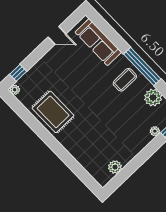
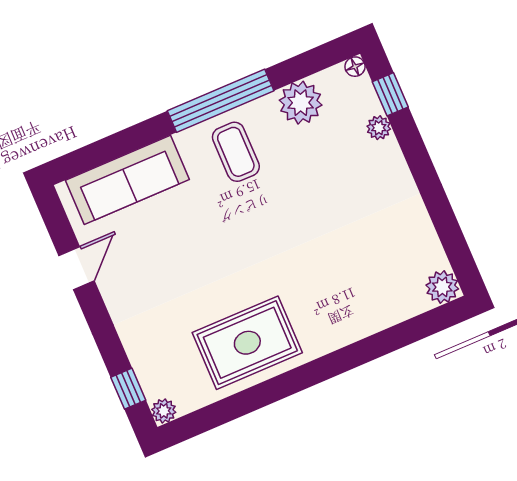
plant: (115, 167) -> (442, 287), moved

